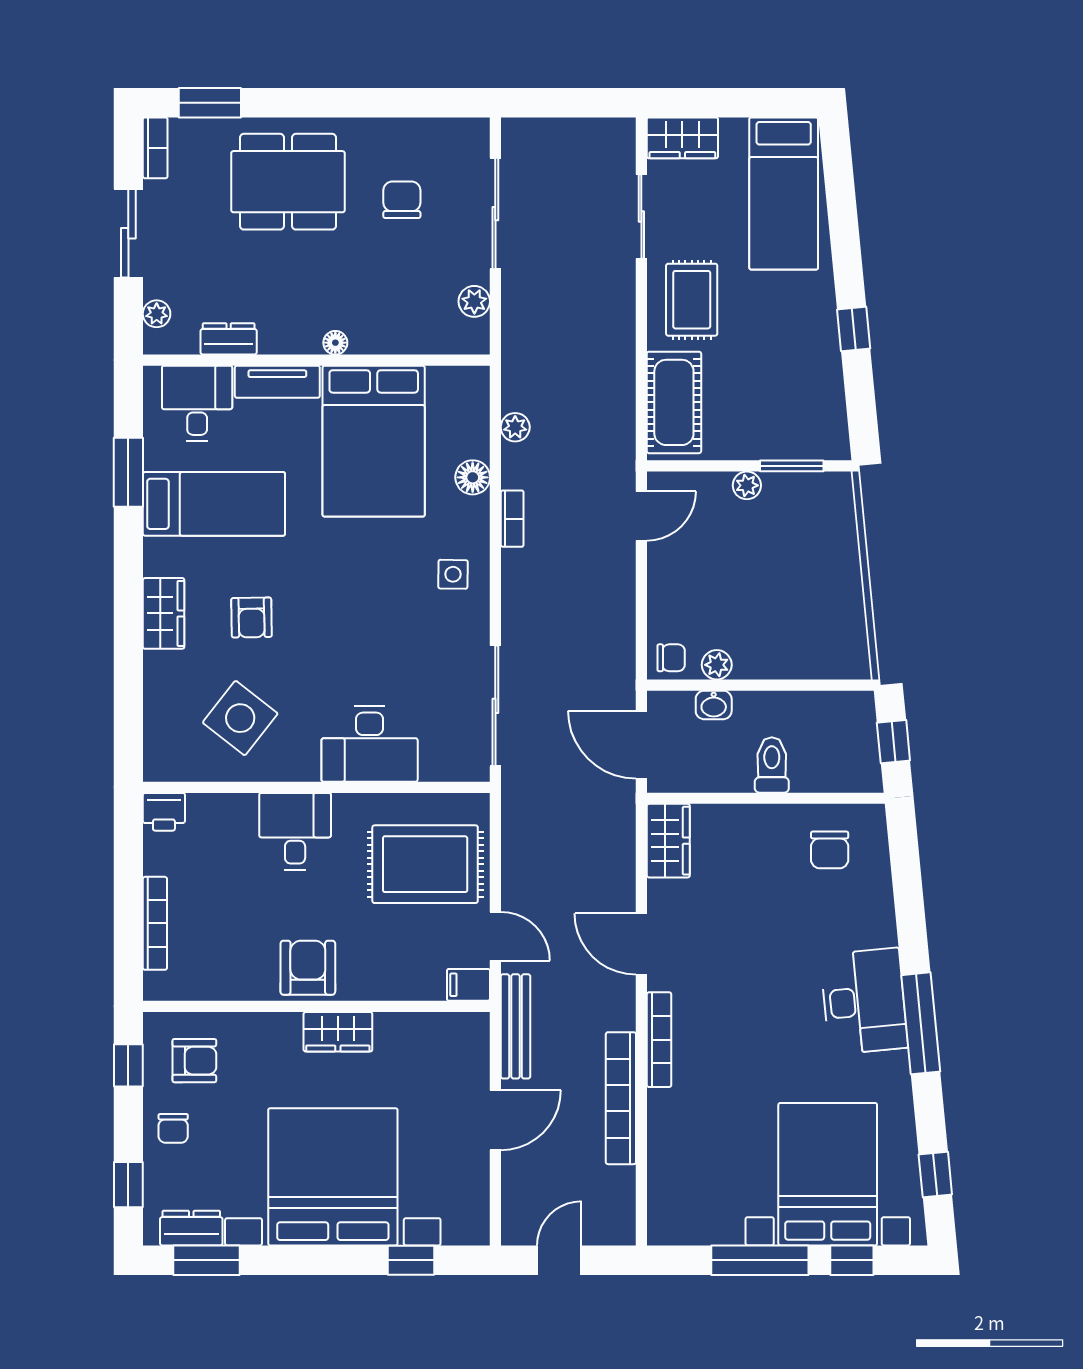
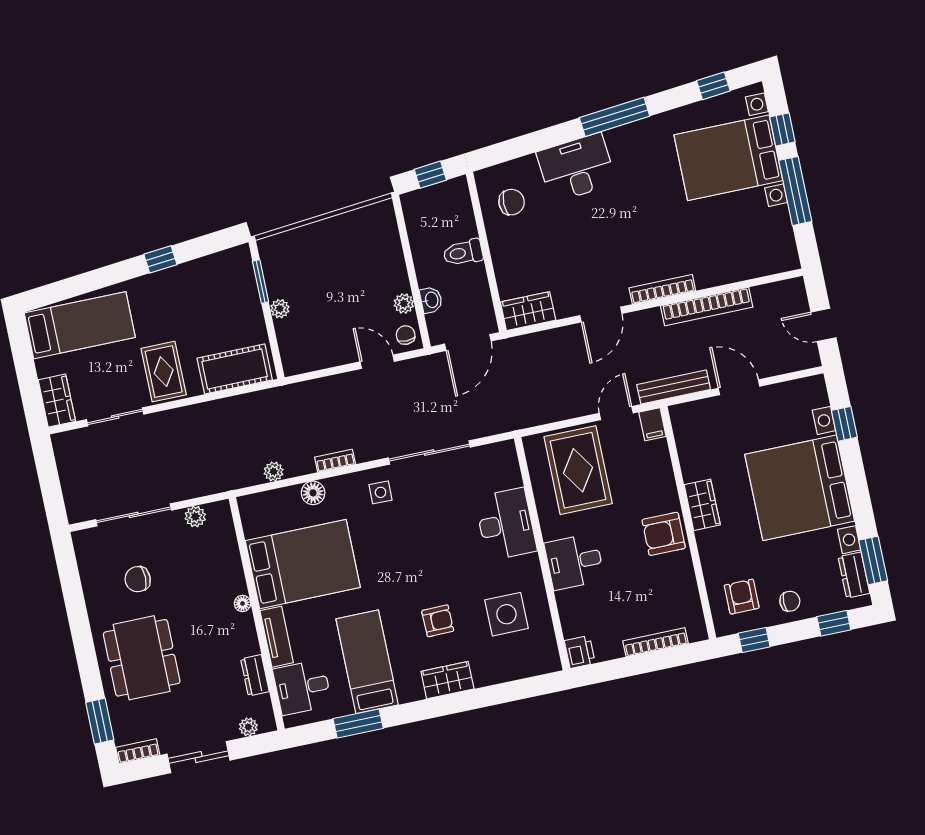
rug: (692, 300) -> (164, 372), turned 90
door: (641, 516) -> (377, 362), moved
sliding door: (495, 706) -> (429, 453), moved
side table: (240, 718) -> (506, 614), turned -38
desk: (864, 1001) -> (576, 168), moved

